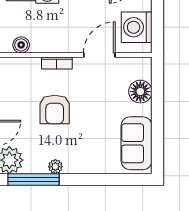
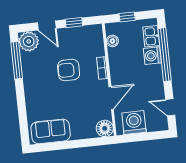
door: (99, 55) -> (111, 98), hinge flipped
floor lamp: (140, 92) -> (105, 128), moved
plant: (55, 167) -> (28, 75), removed

